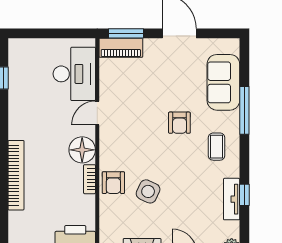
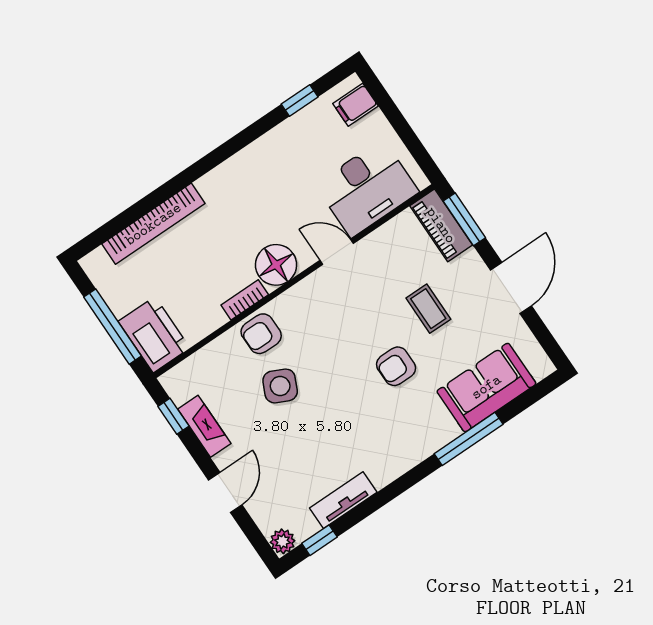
filing cabinet: (26, 50) -> (355, 105), added
coffee table: (217, 147) -> (428, 309), moved, turned 90
bookcase: (16, 175) -> (153, 224), moved
window: (244, 195) -> (320, 540), moved

